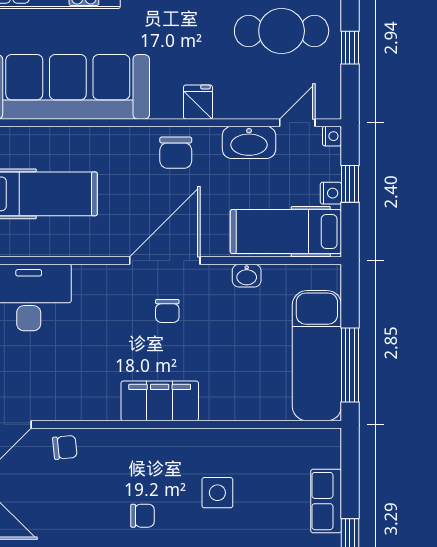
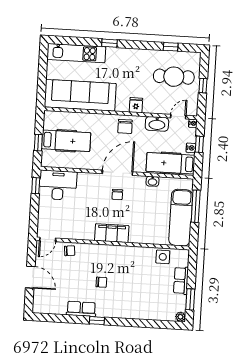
window: (350, 365) -> (196, 206), moved
side table: (217, 493) -> (163, 257), moved

